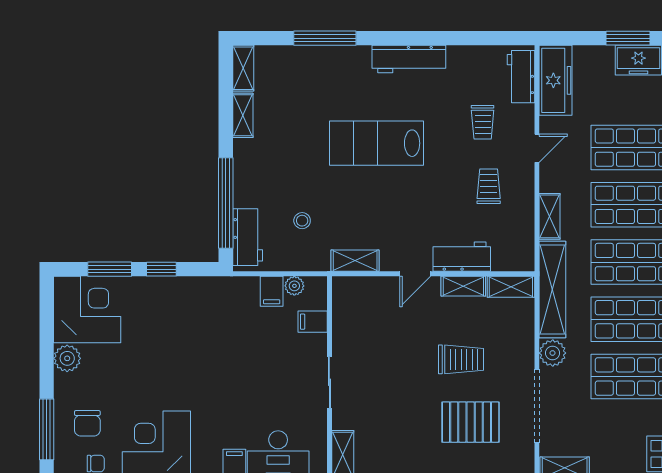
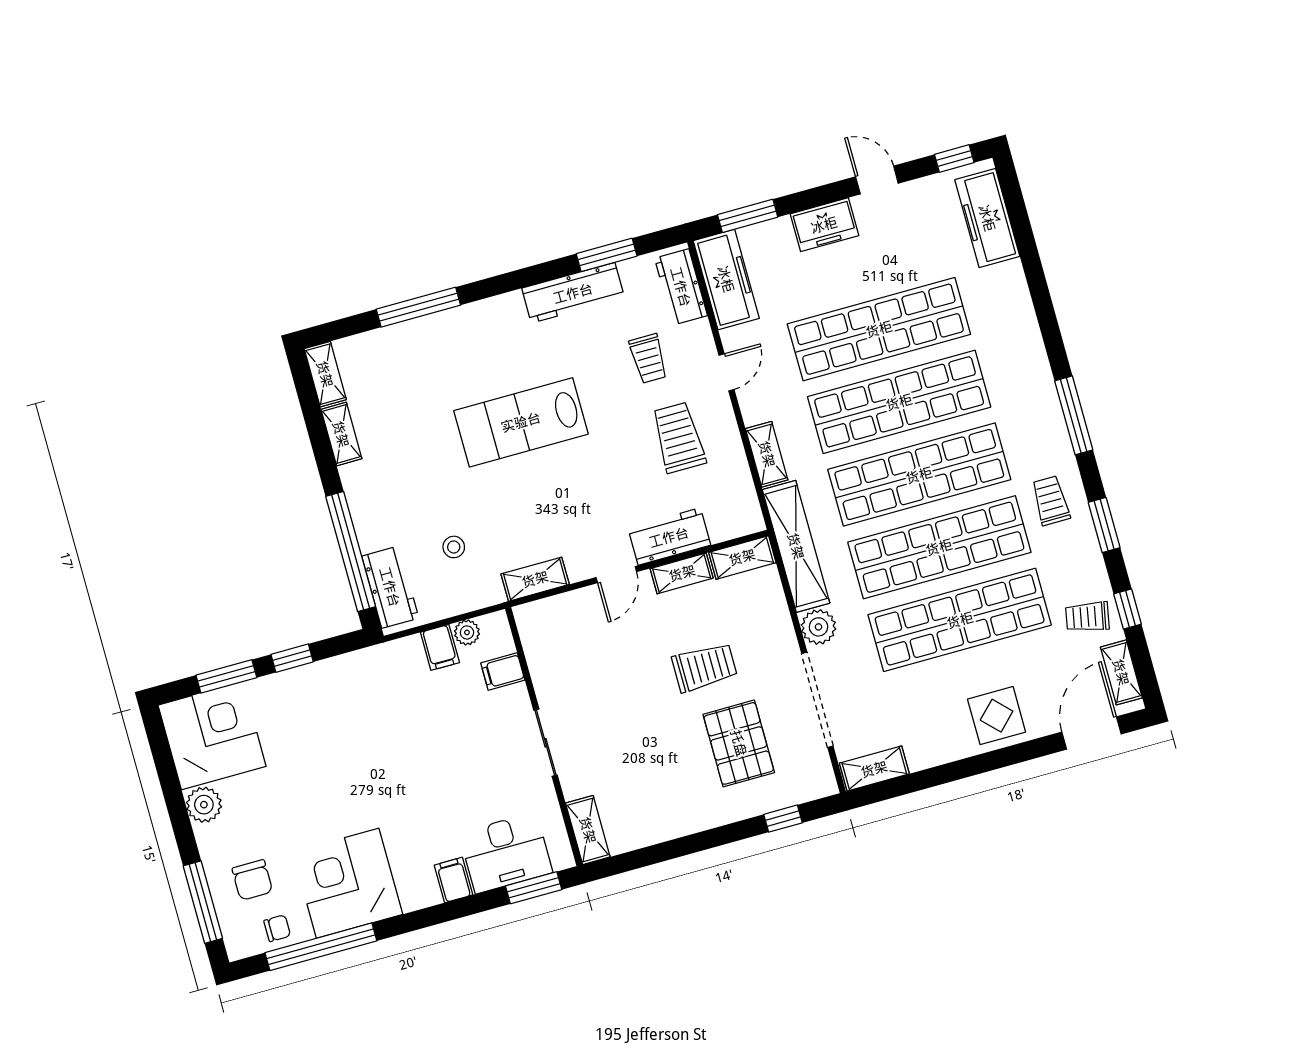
window: (473, 38) -> (607, 255), added
window: (628, 38) -> (748, 216), moved
workbench: (409, 59) -> (573, 293), moved
trolley: (489, 186) -> (679, 438), width x1.36, depth x1.39
pallet: (471, 422) -> (739, 743), turned 90

